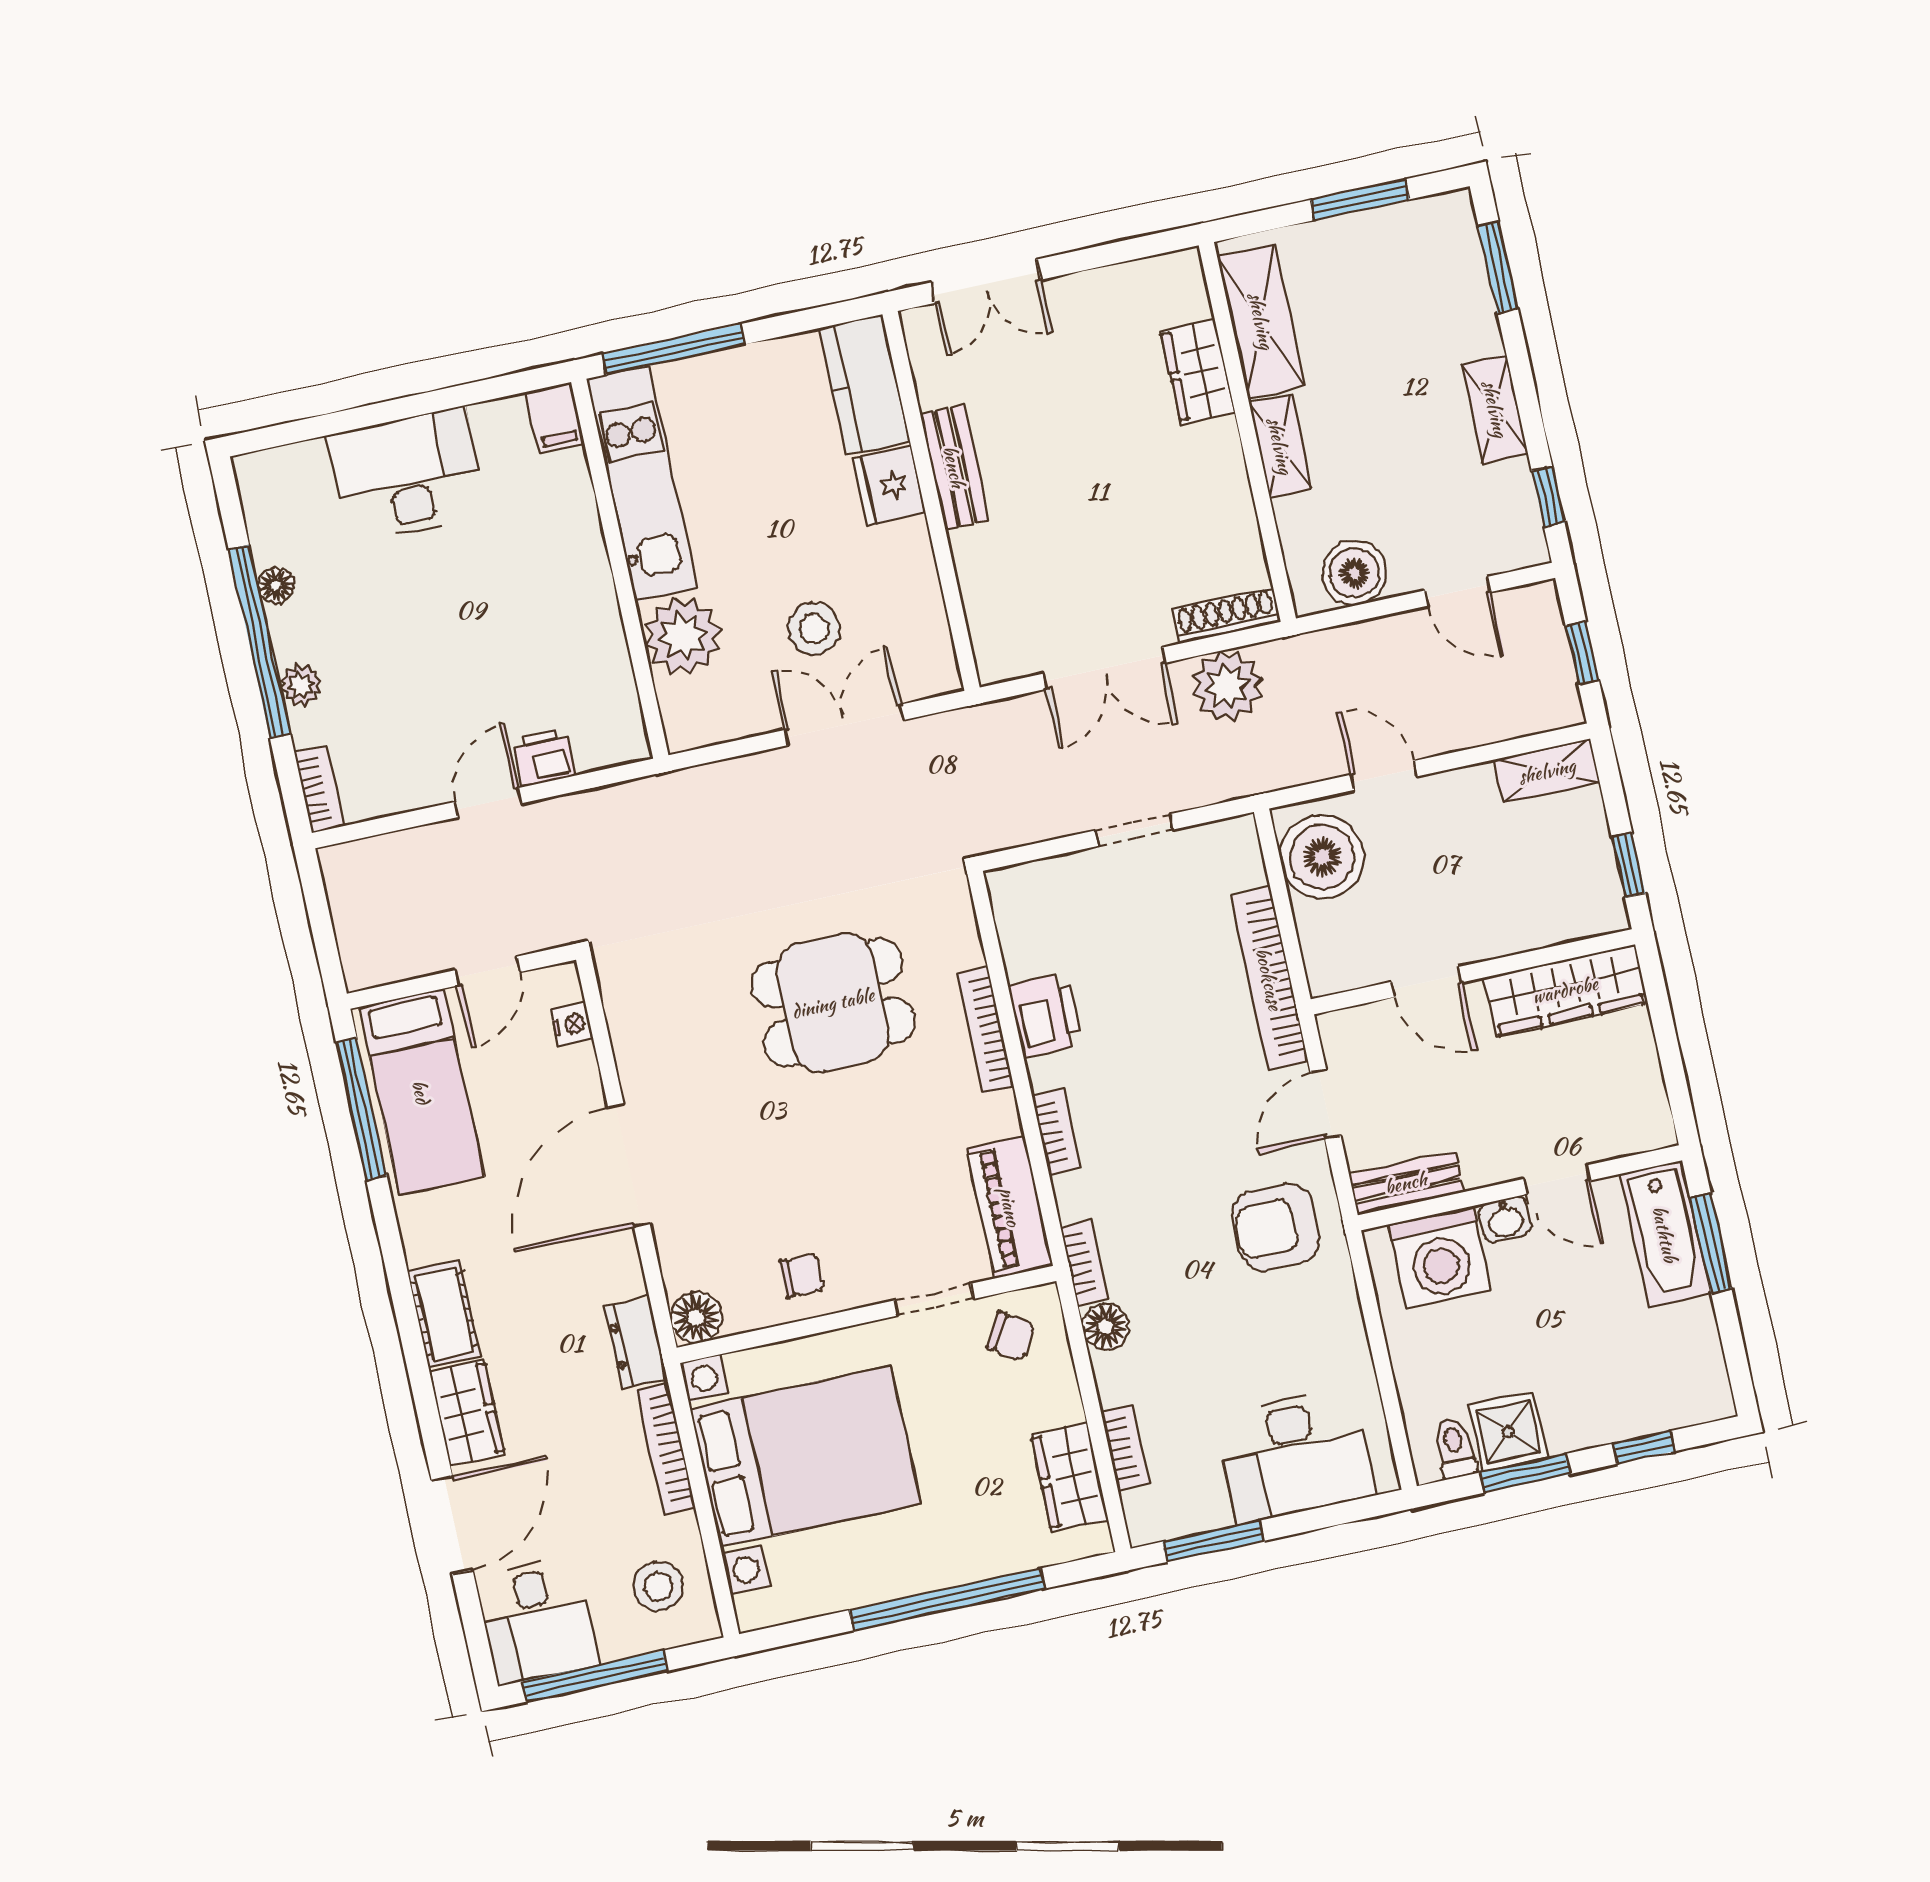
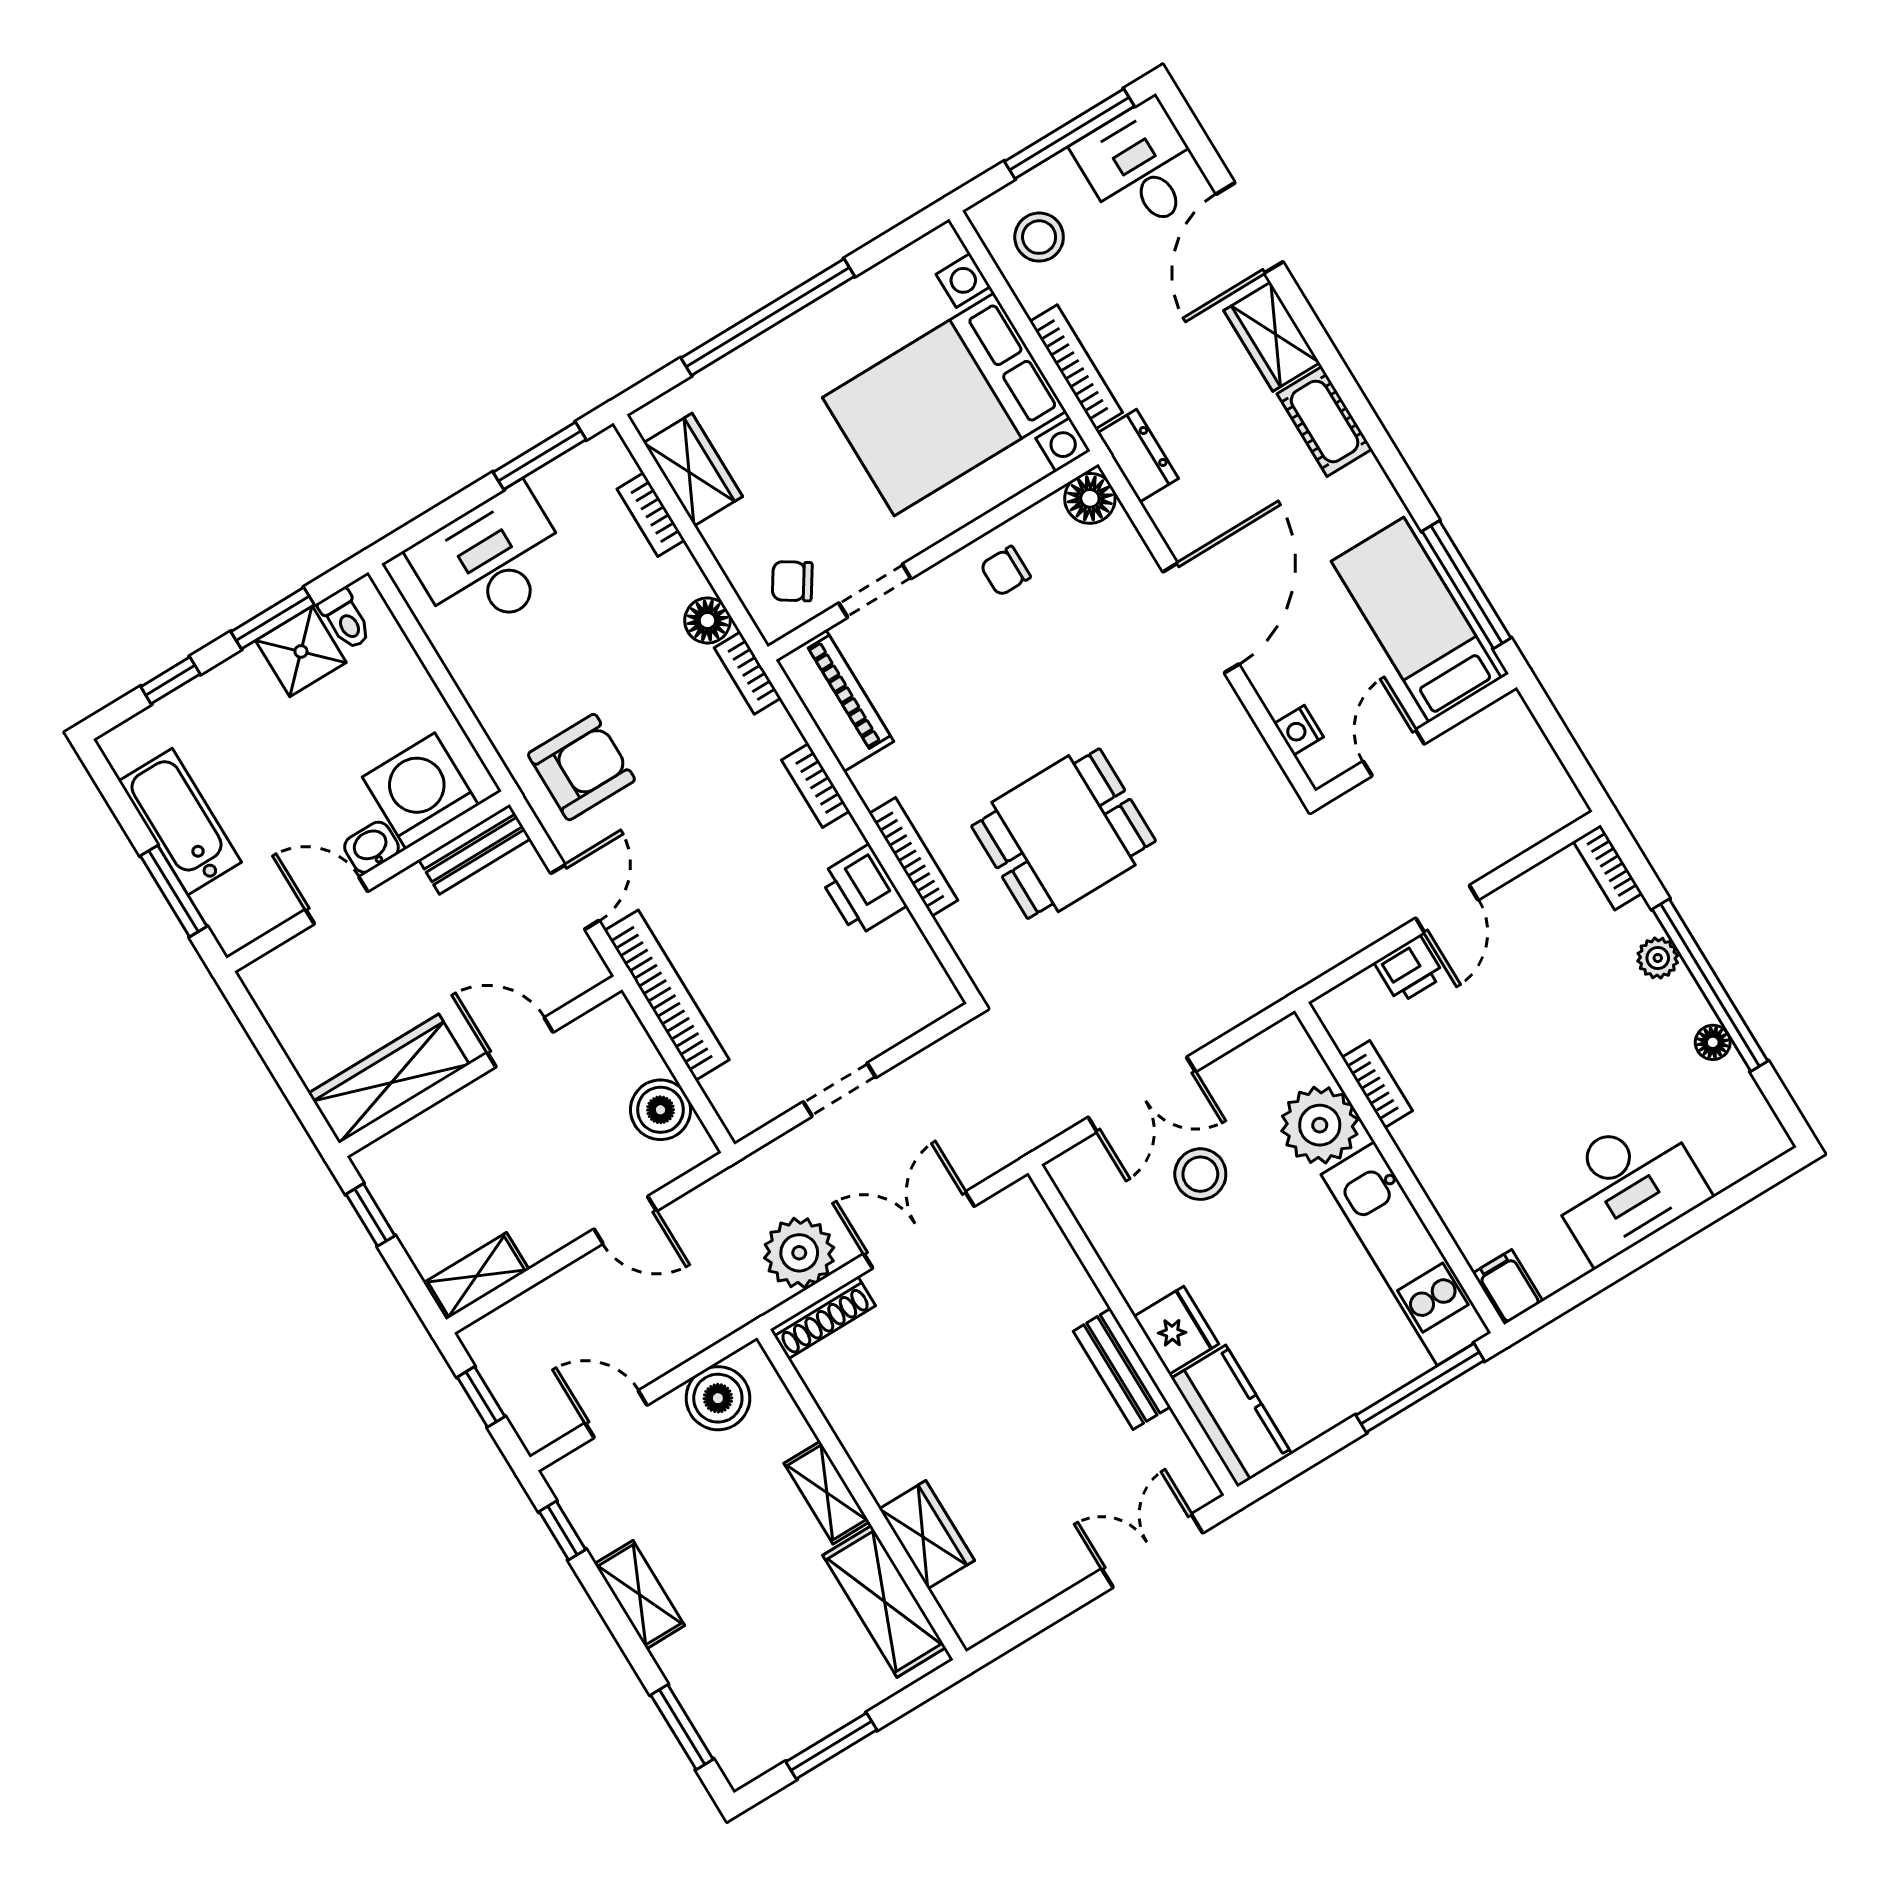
bookcase: (614, 657) -> (1377, 1084), added
boiler: (1322, 857) -> (660, 1110), width x0.73, depth x0.73
bathtub: (1665, 1234) -> (180, 822), moved

